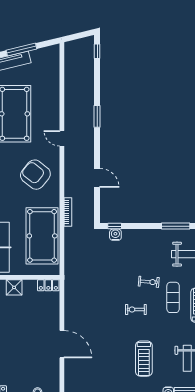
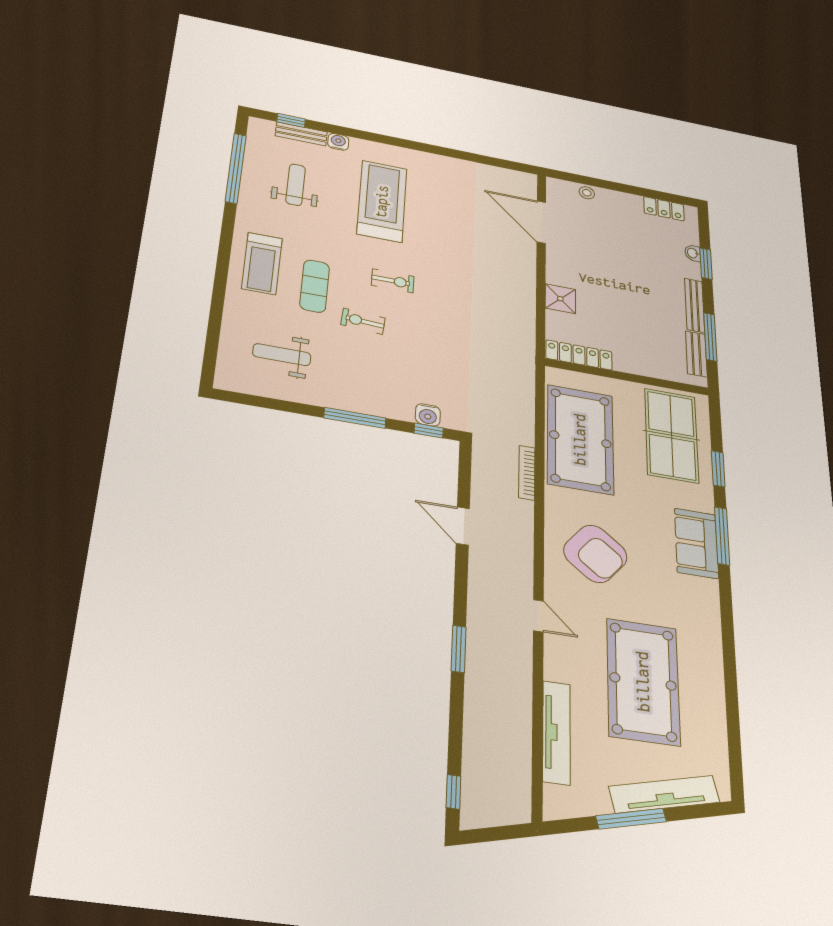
tv unit: (54, 84) -> (556, 732), added
window: (176, 226) -> (355, 418), moved
locker: (48, 285) -> (579, 355), width x1.53
shower: (14, 287) -> (560, 299), moved
door: (62, 344) -> (541, 222), moved
treadmill: (144, 359) -> (382, 201), width x1.37, depth x1.38

